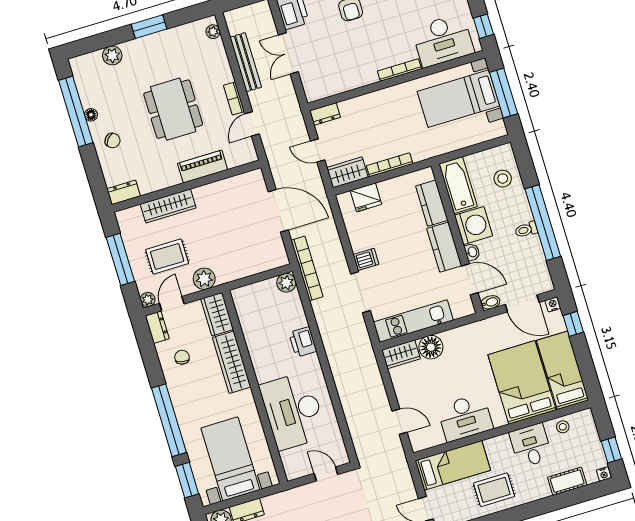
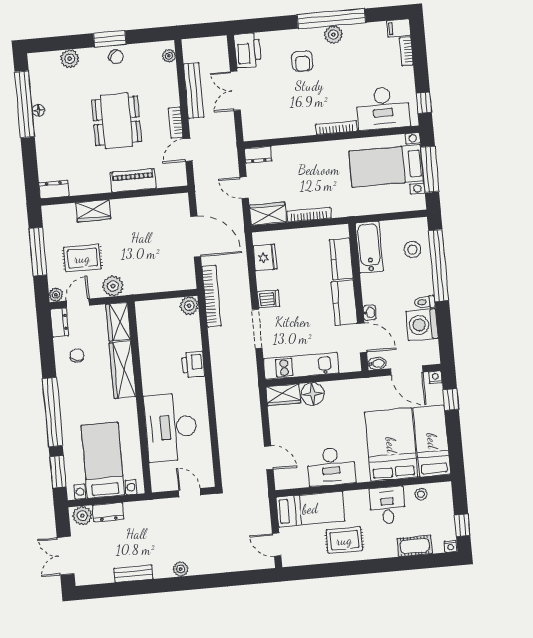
chair: (113, 140) -> (116, 57), moved
fridge: (366, 197) -> (265, 258), moved, turned -90
wardrobe: (168, 206) -> (93, 211), width x0.67
window: (543, 223) -> (439, 265), moved
washing machine: (473, 226) -> (422, 325), moved, turned 180

